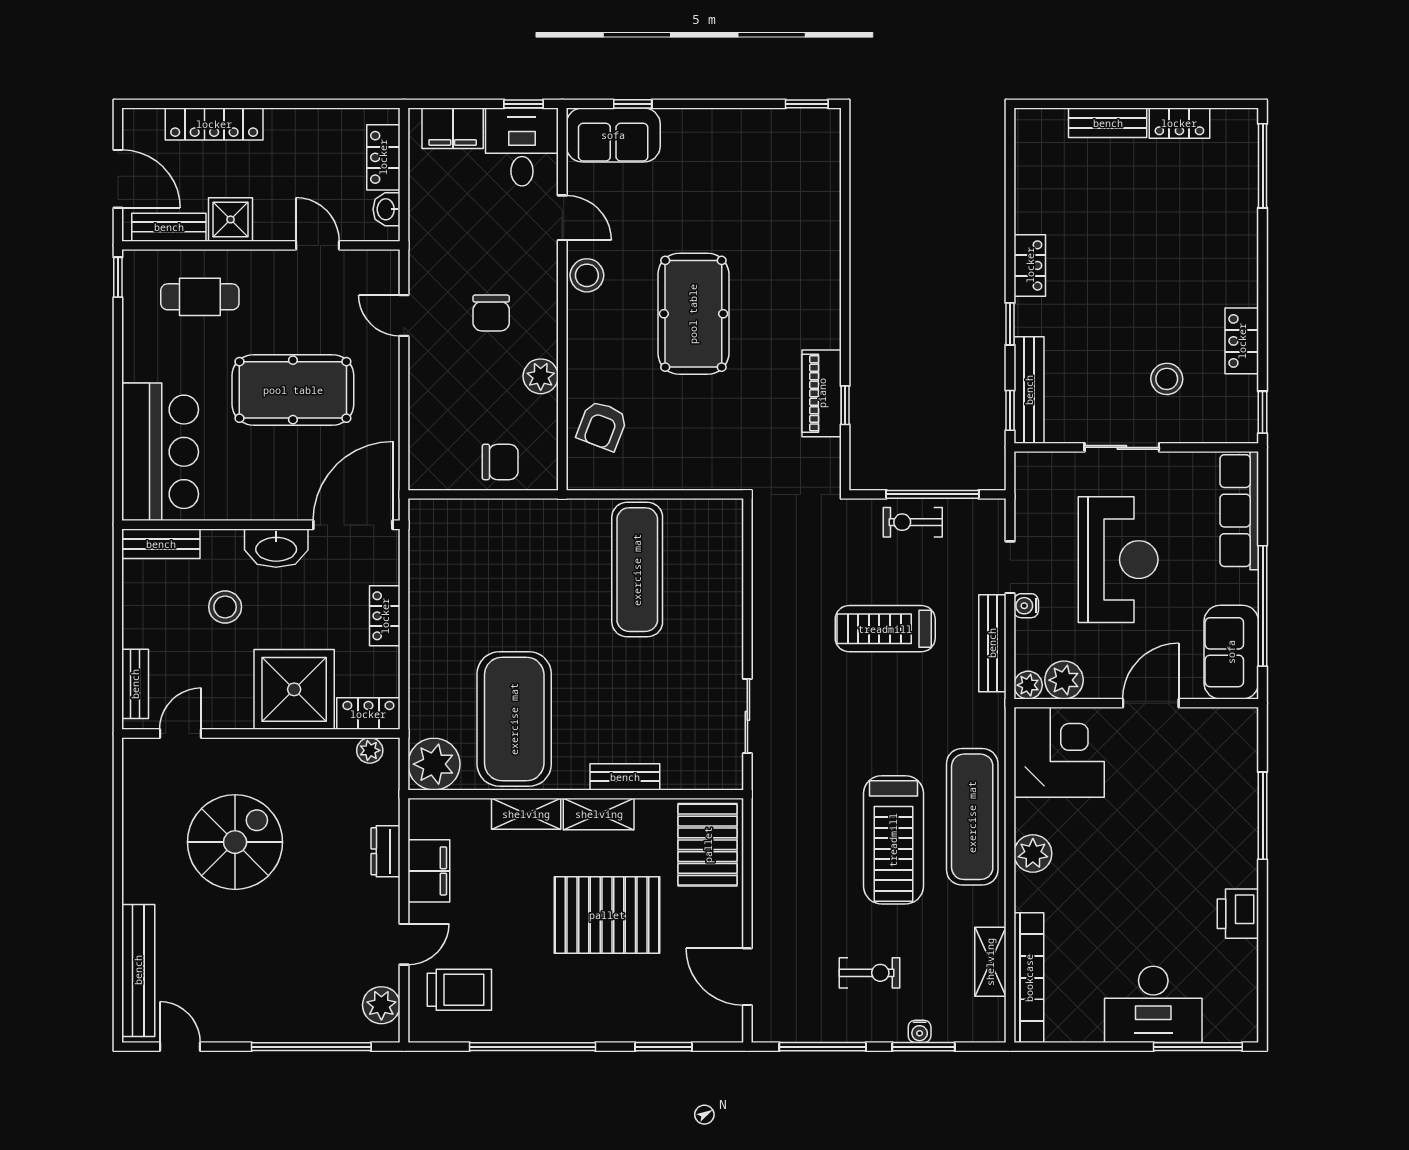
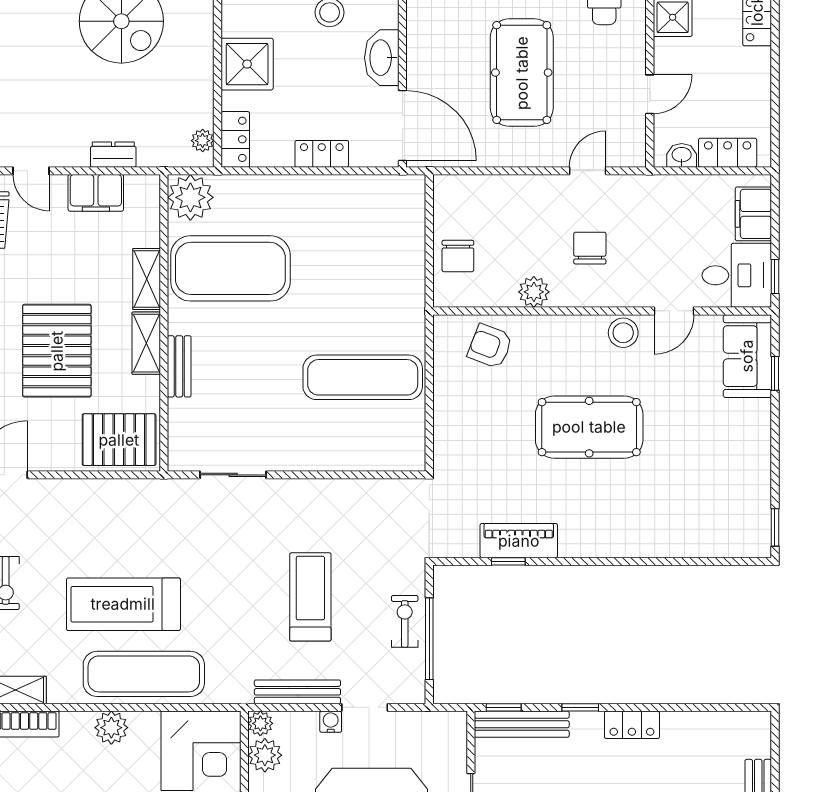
chair: (491, 313) -> (590, 248), turned 90
shower: (294, 689) -> (247, 64), width x0.73, depth x0.73

